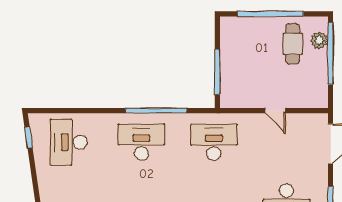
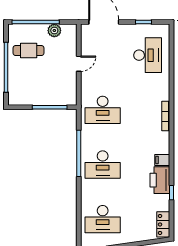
plant: (319, 40) -> (54, 31), moved
desk: (141, 142) -> (103, 165), turned -90
desk: (214, 142) -> (103, 110), turned -90

